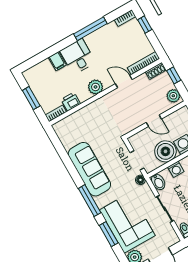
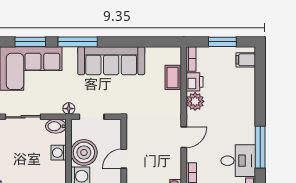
desk: (78, 57) -> (238, 161), moved
filing cabinet: (57, 61) -> (246, 60), moved
door: (124, 82) -> (184, 137), moved
plant: (96, 87) -> (195, 101), moved
coffee table: (77, 119) -> (173, 77), added

